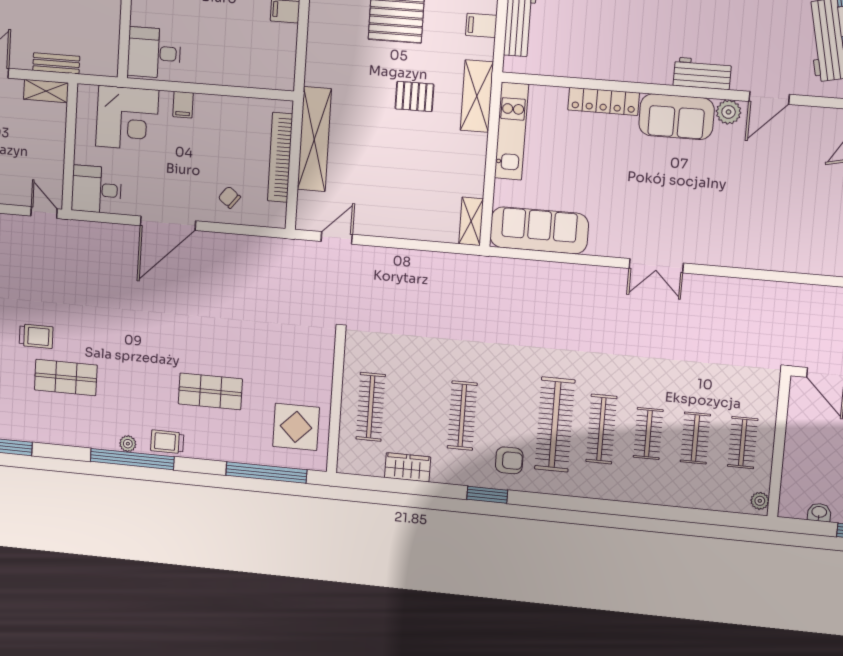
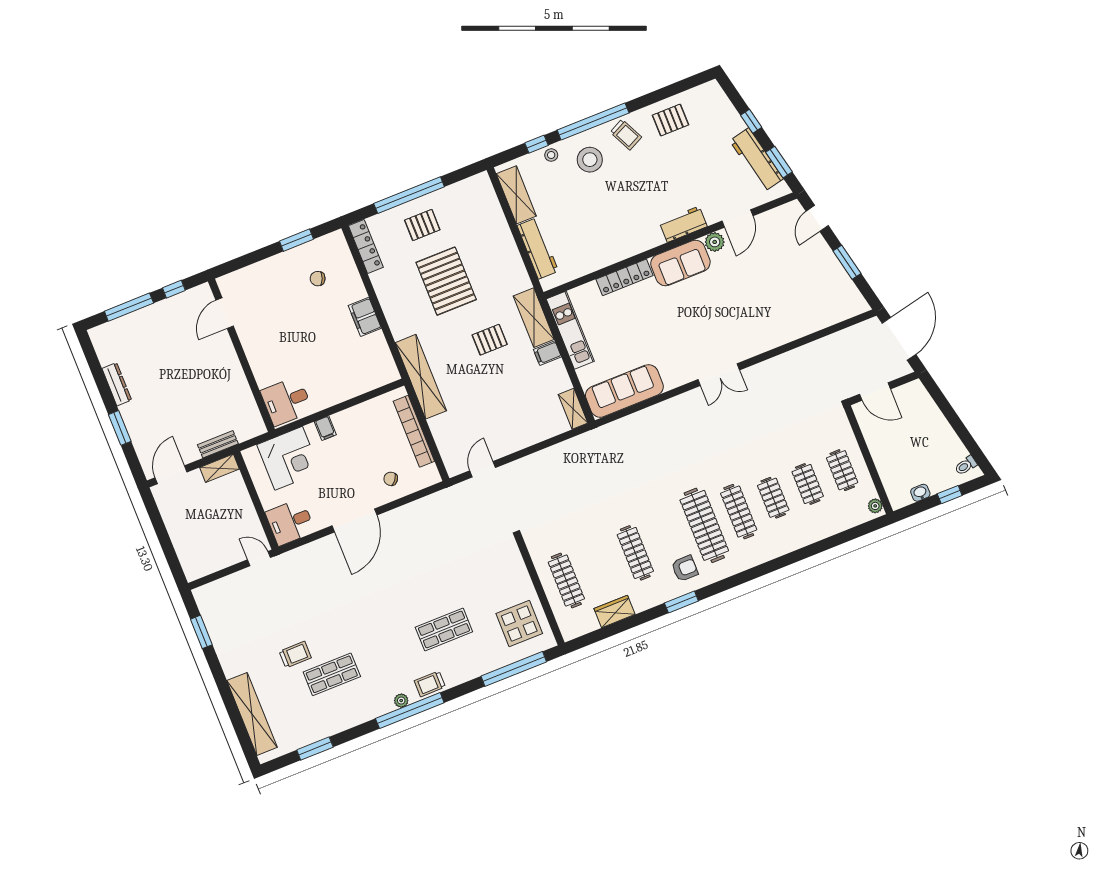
filing cabinet: (481, 25) -> (547, 353), moved
shelving: (314, 139) -> (421, 377), moved

